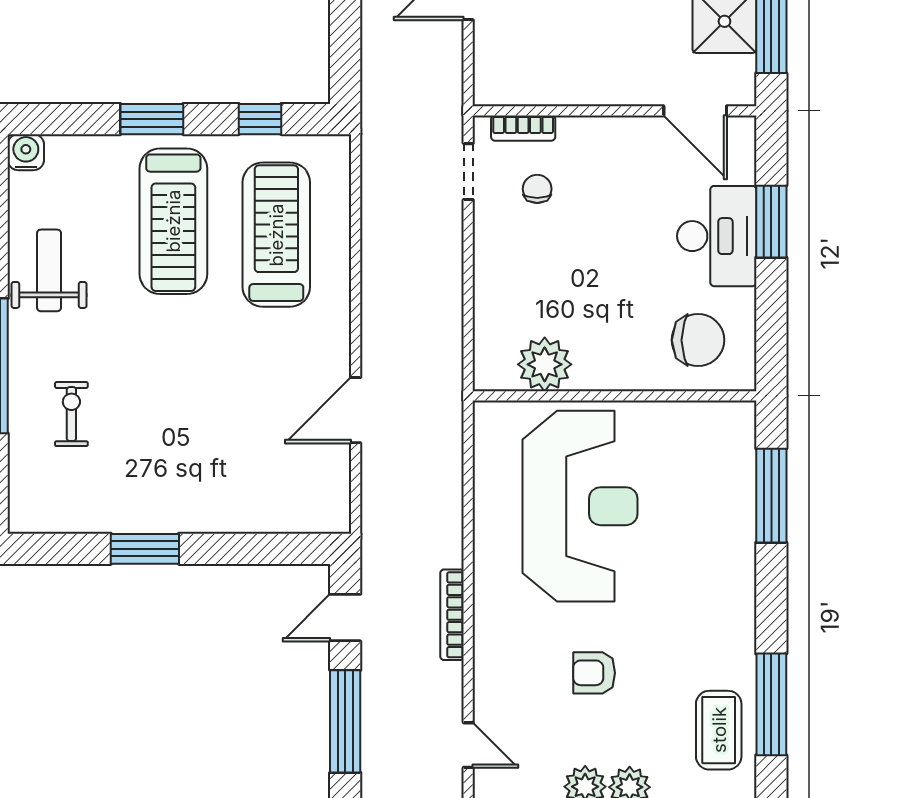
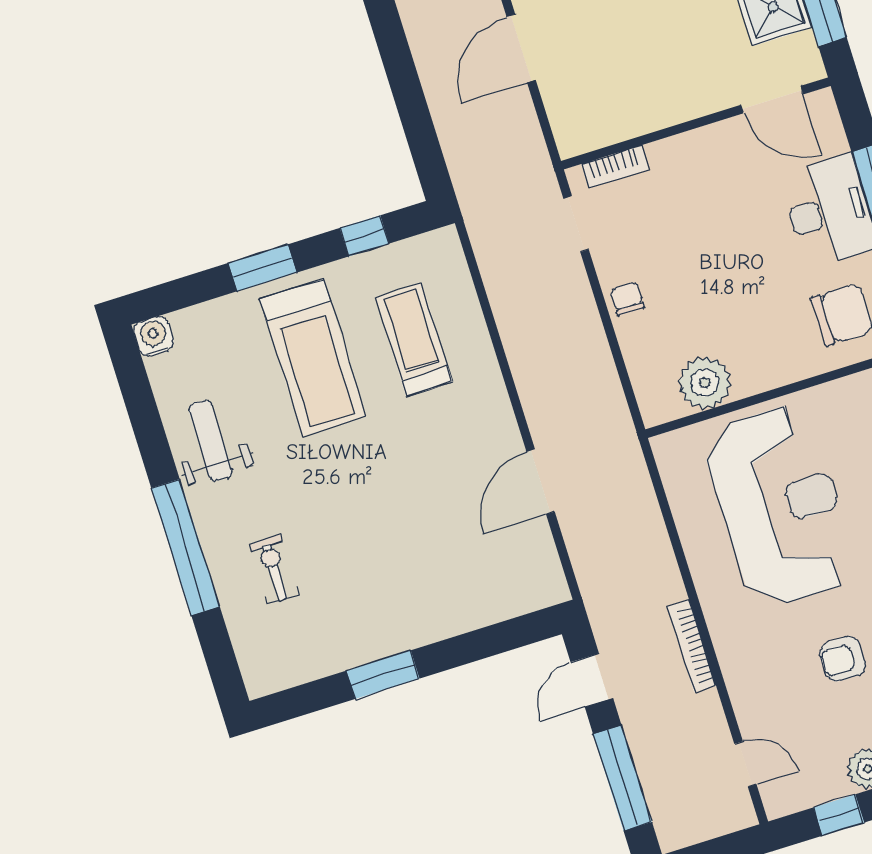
chair: (537, 189) -> (627, 299), moved
treadmill: (276, 235) -> (414, 340), width x0.73, depth x0.73

